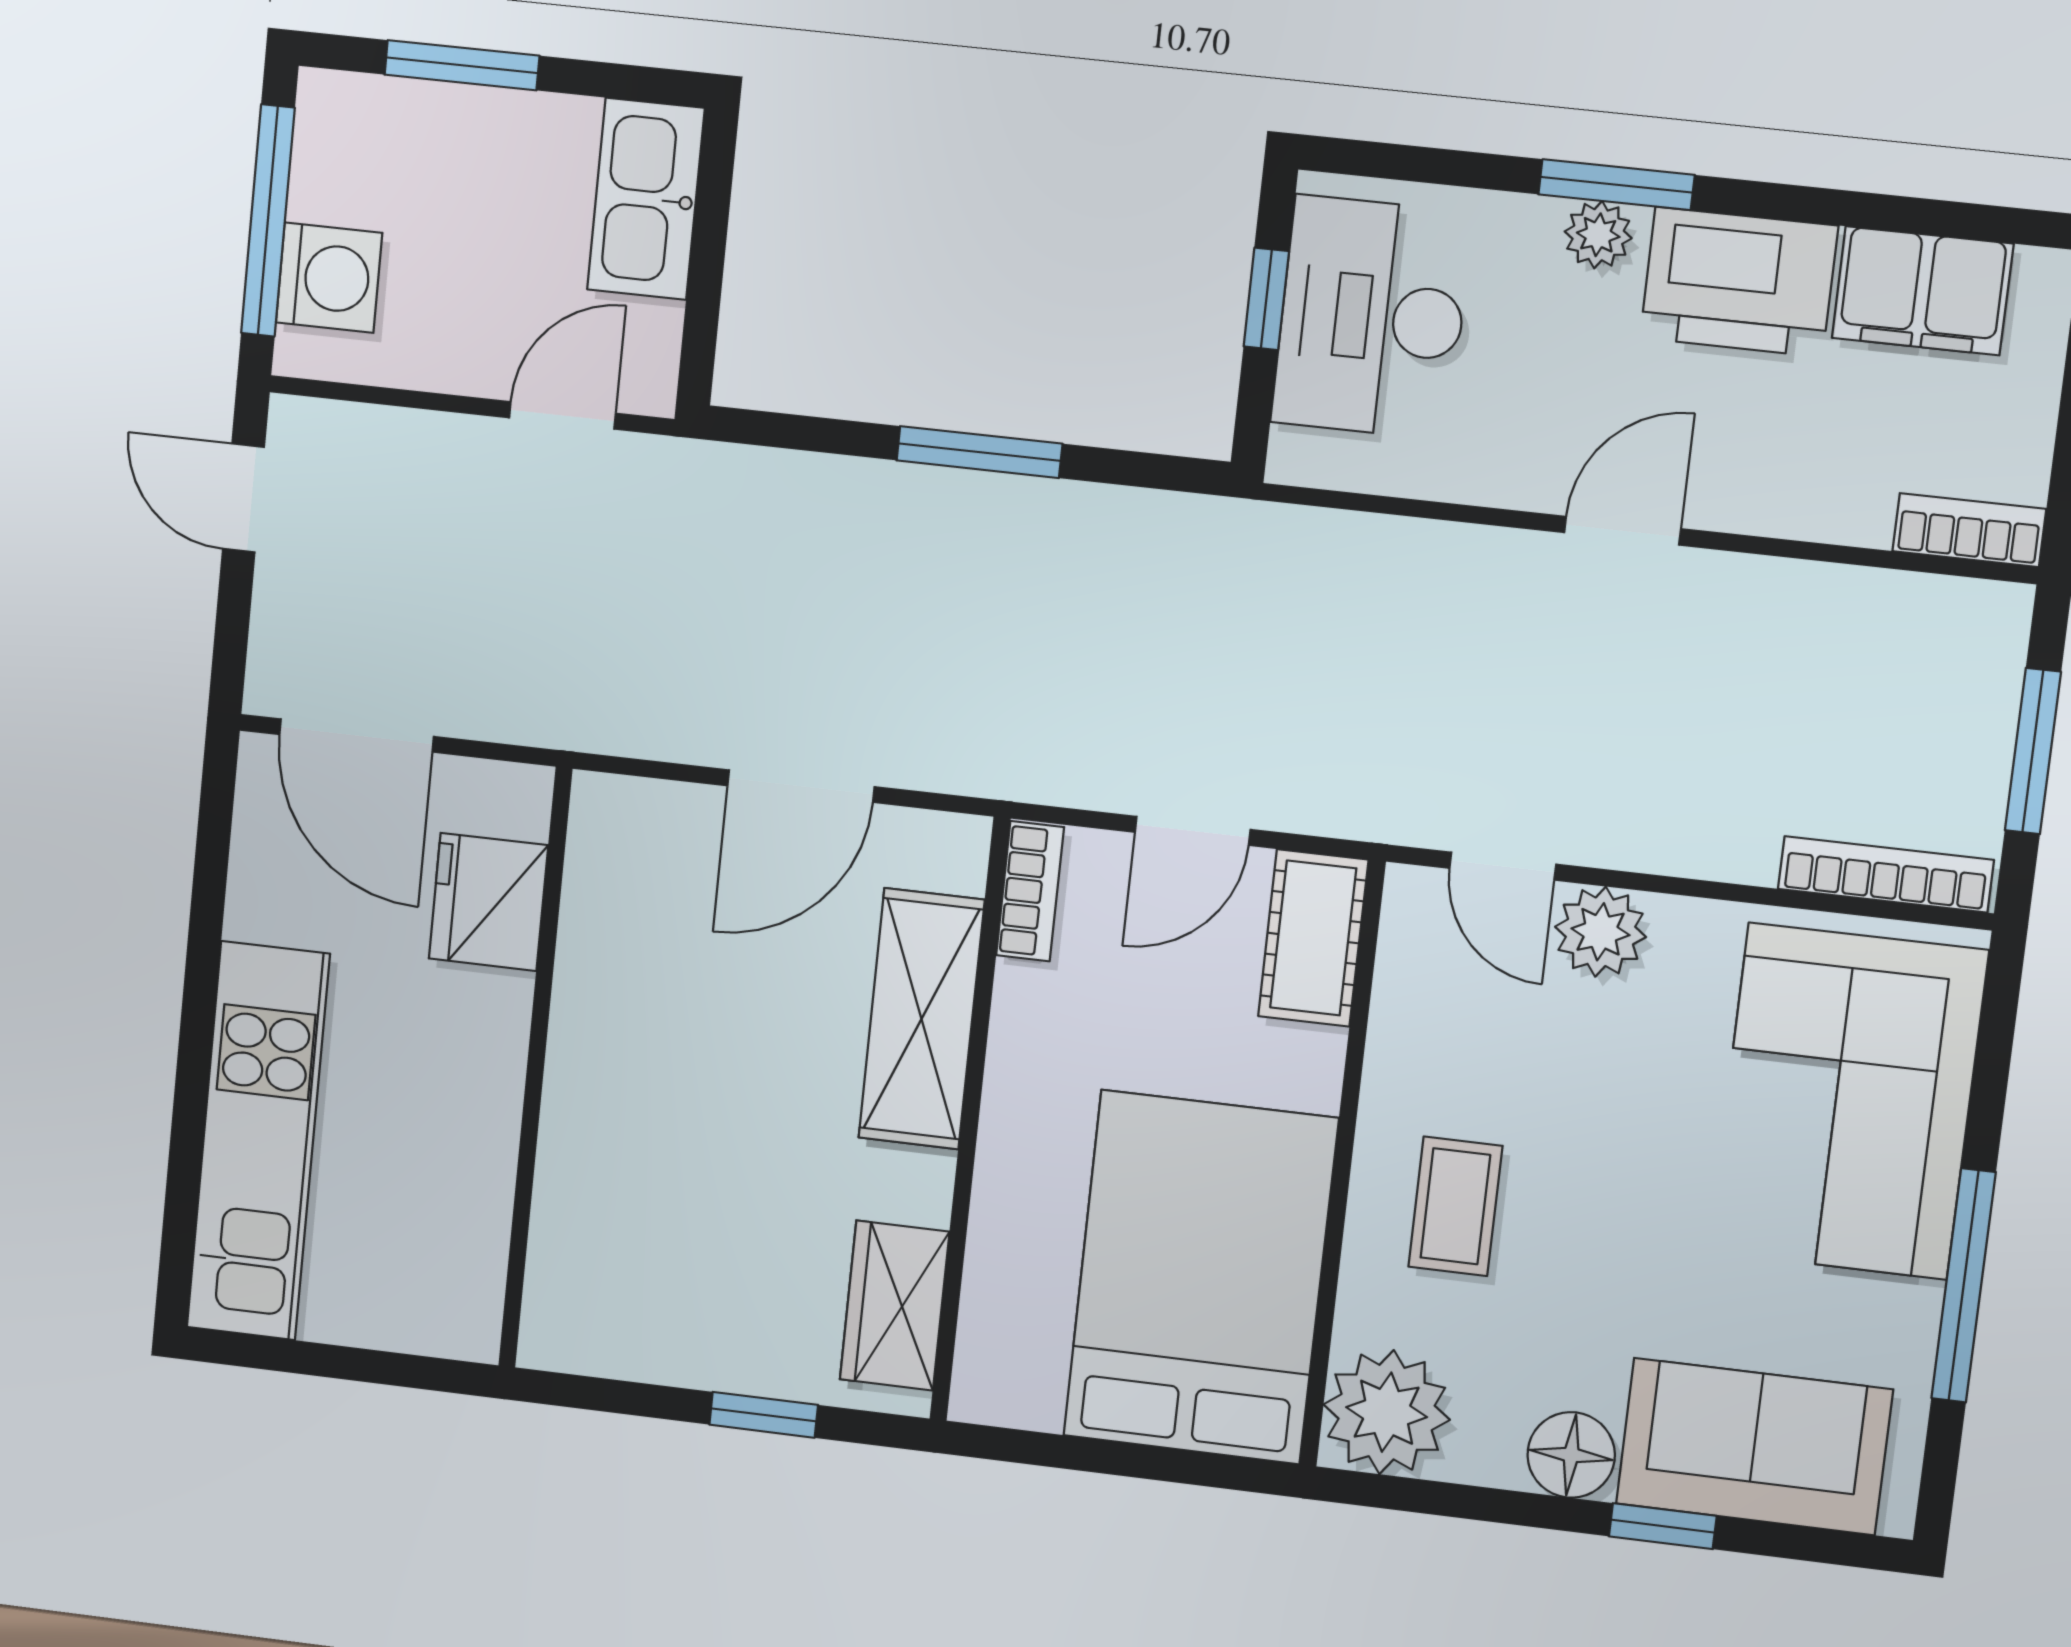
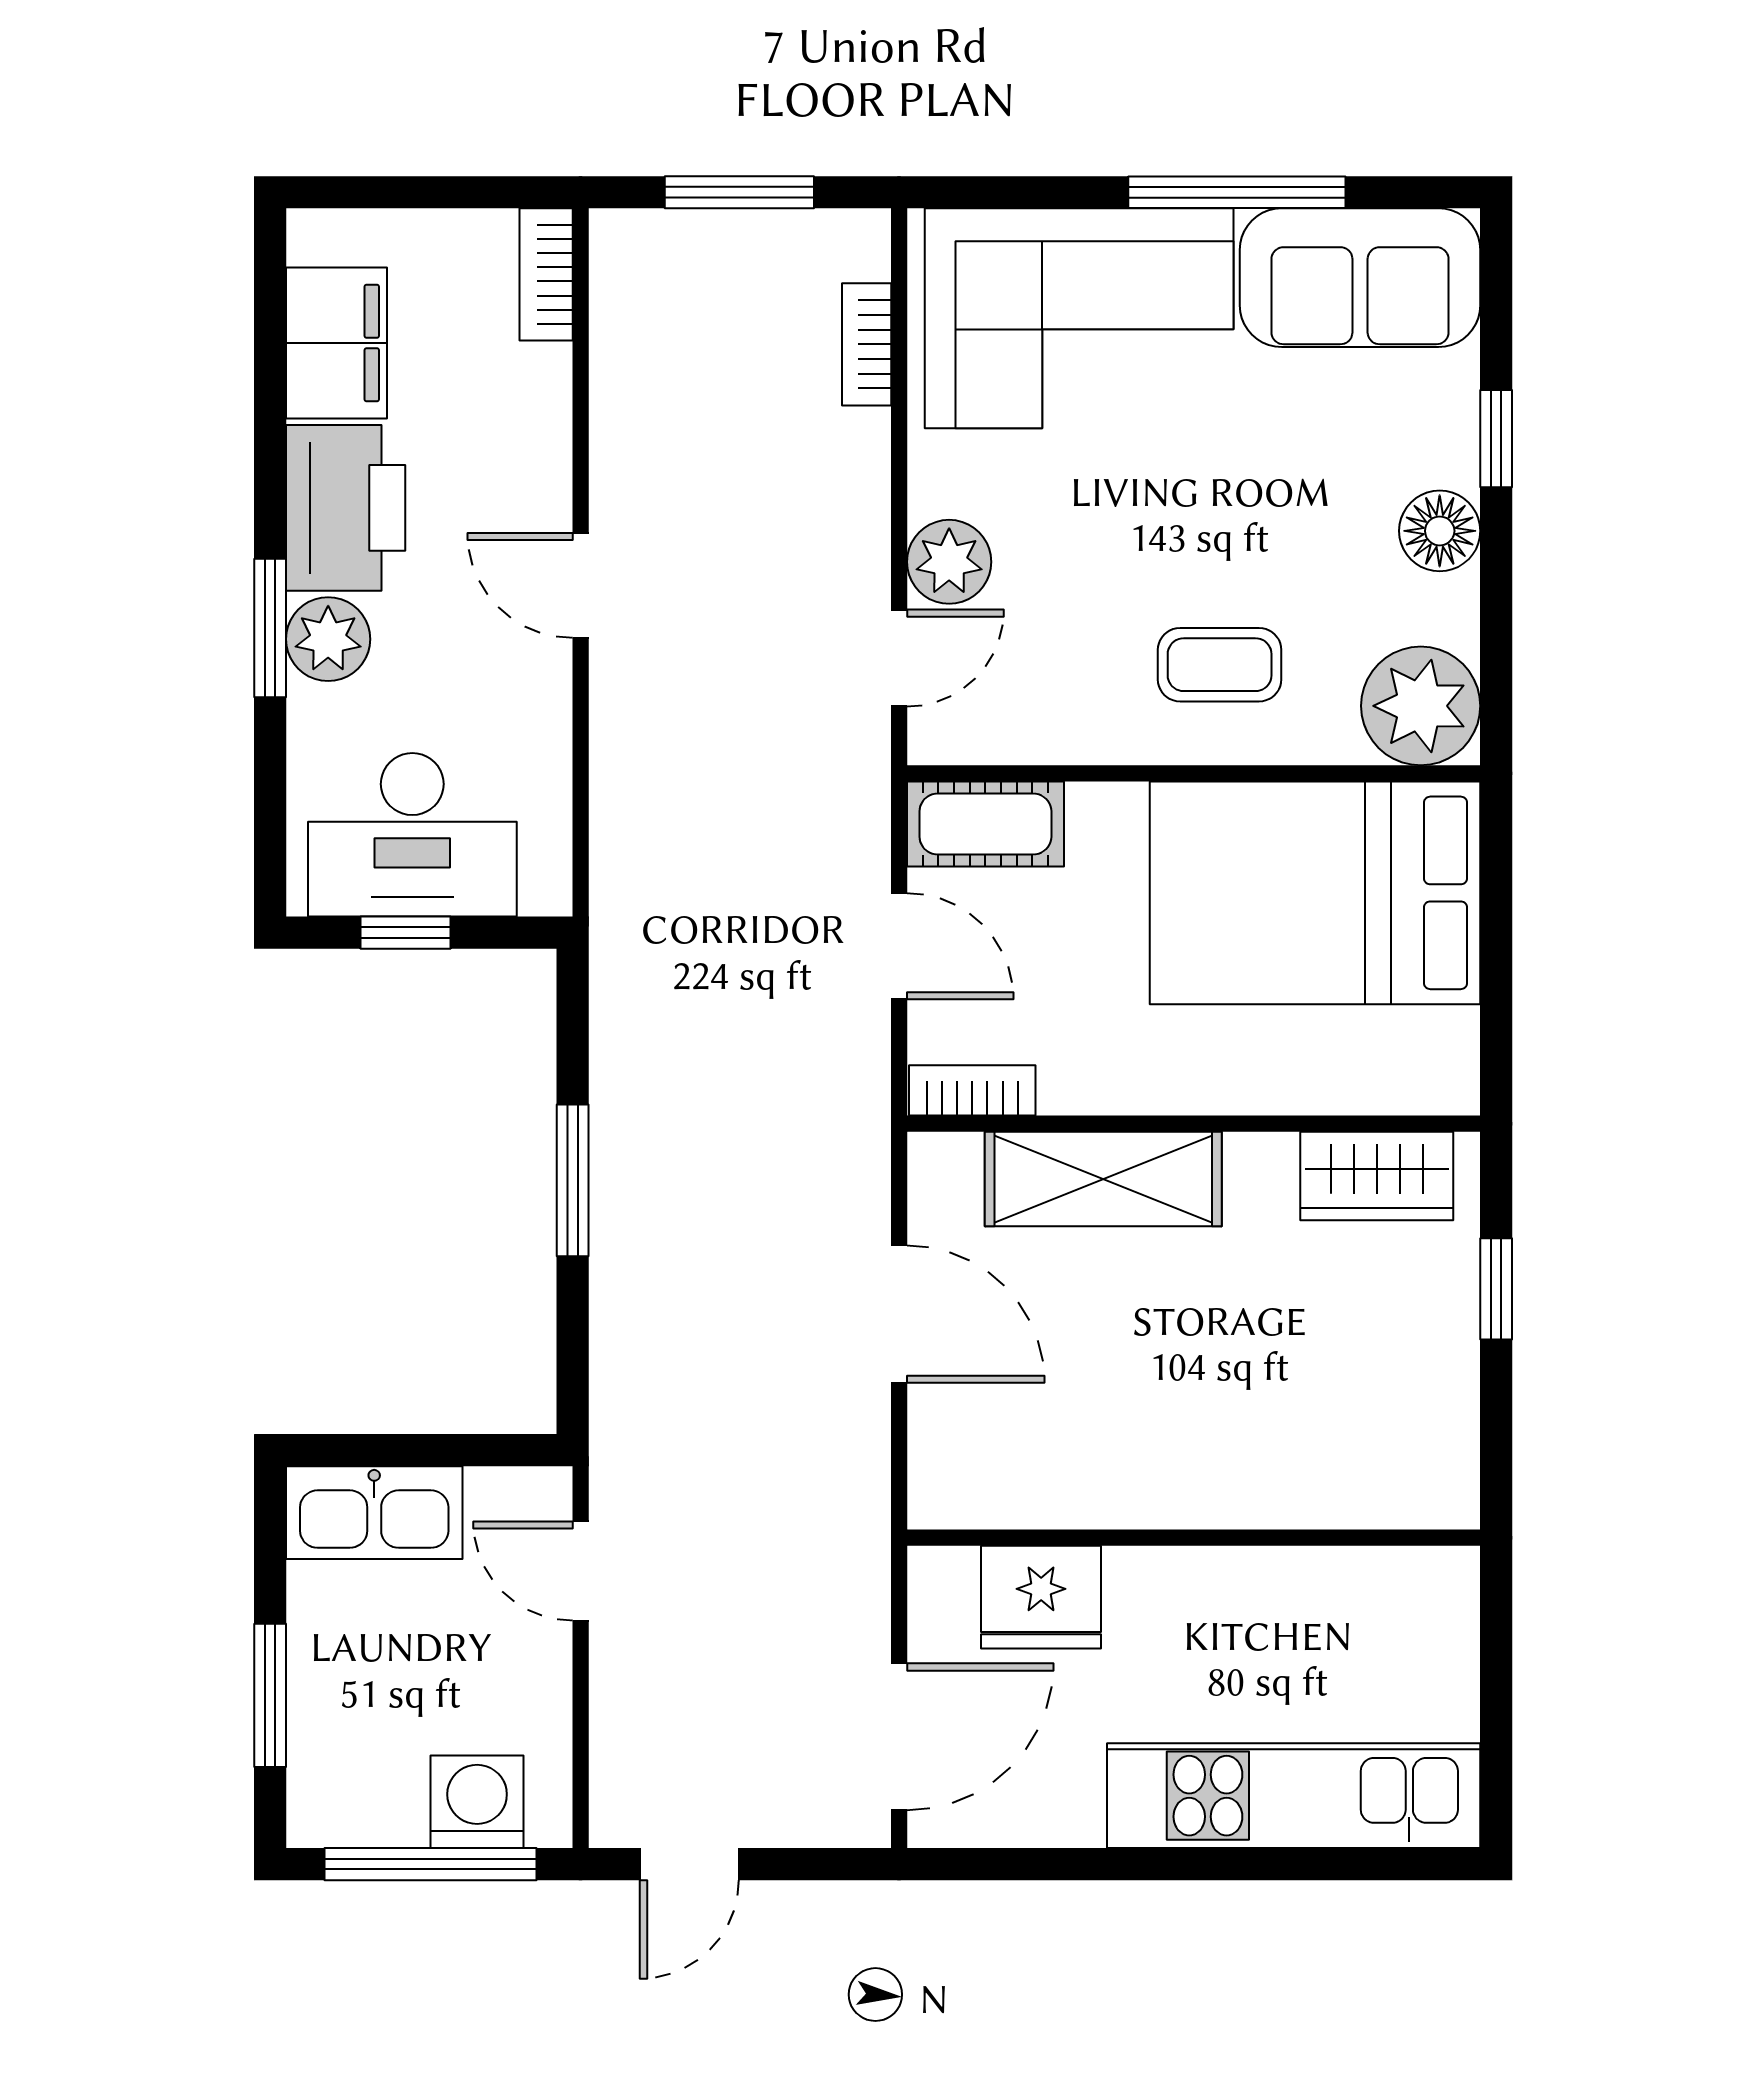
plant: (1598, 235) -> (328, 639), width x1.38, depth x1.38
bookcase: (1886, 874) -> (867, 344), width x0.64
sofa: (1754, 1447) -> (1360, 278), moved, turned -90

